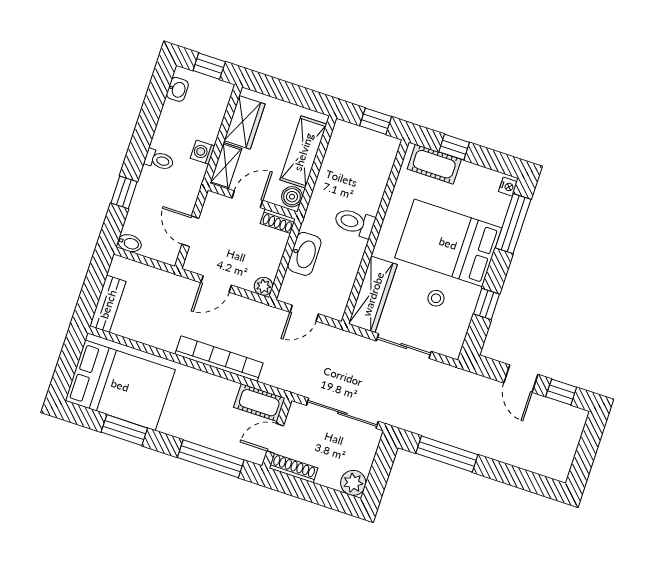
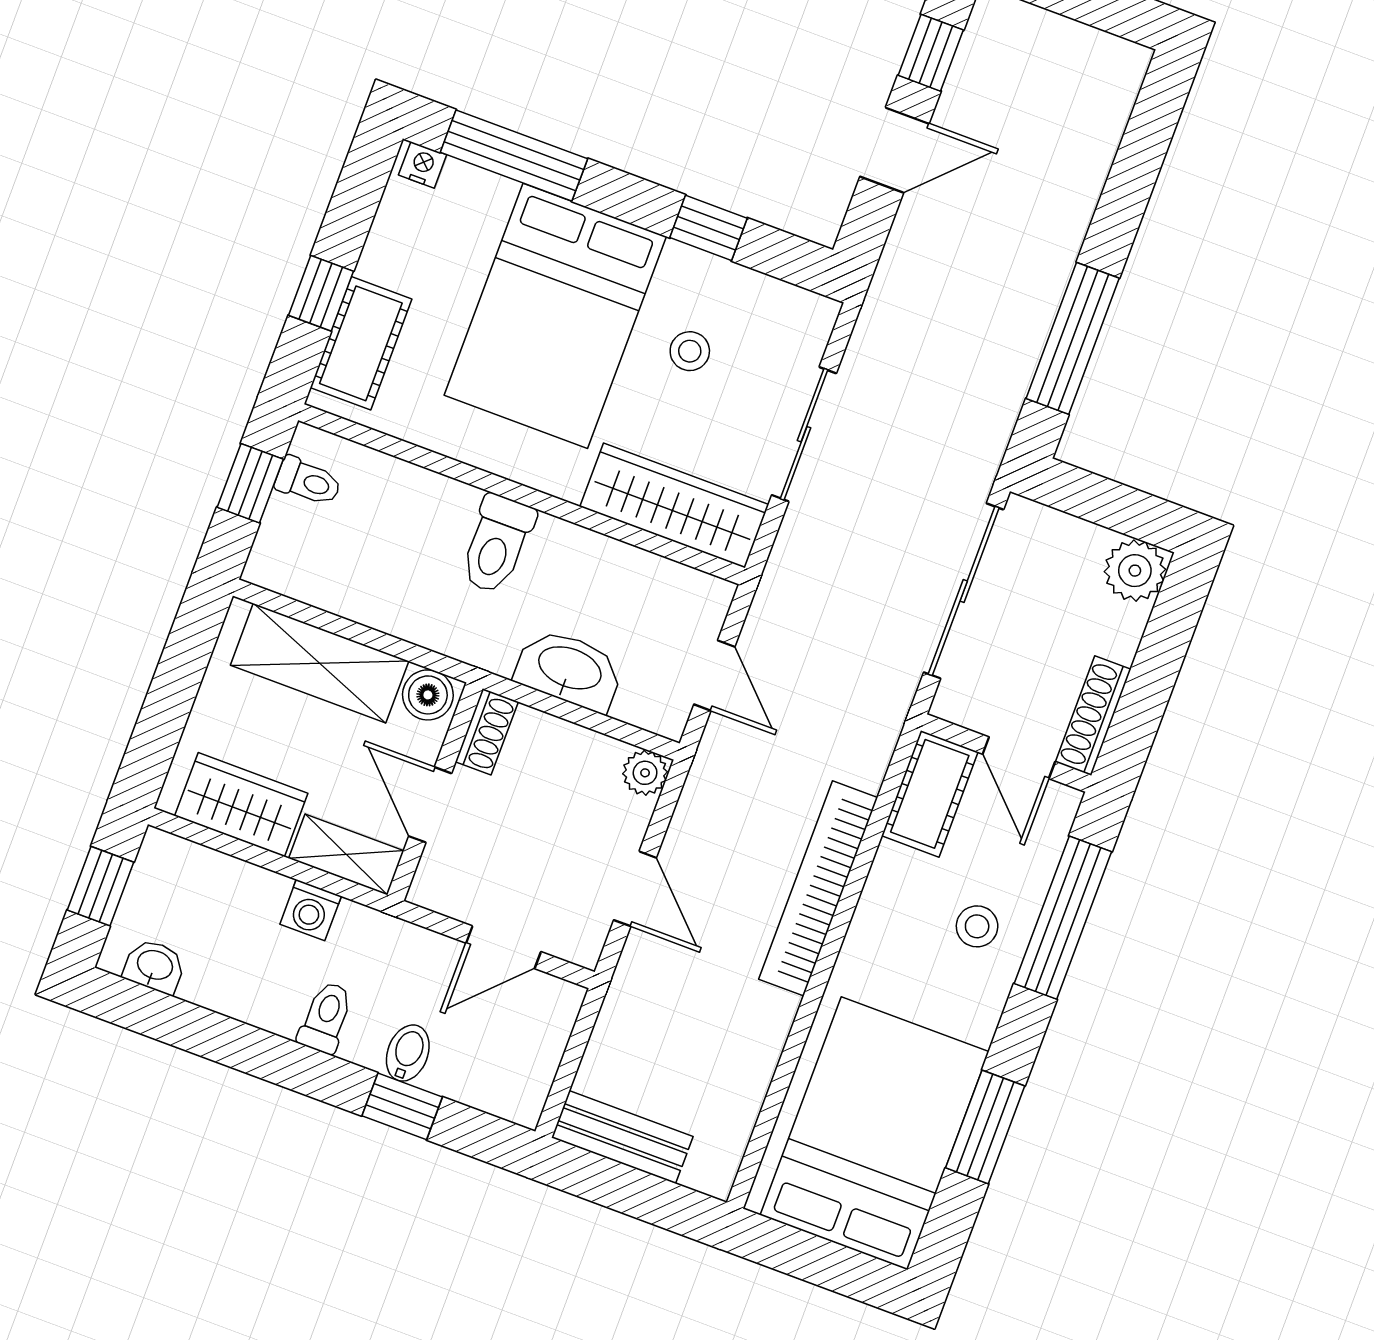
toilet: (377, 145) -> (308, 482), added
bidet: (130, 243) -> (408, 1053), moved
bench: (108, 304) -> (622, 1137), moved
stool: (206, 424) -> (977, 926), added

